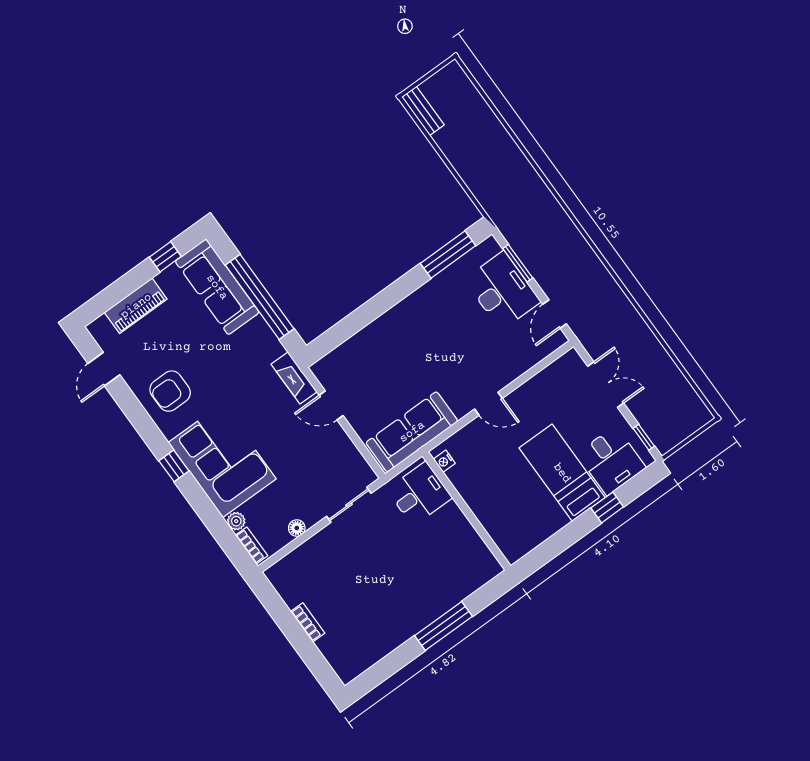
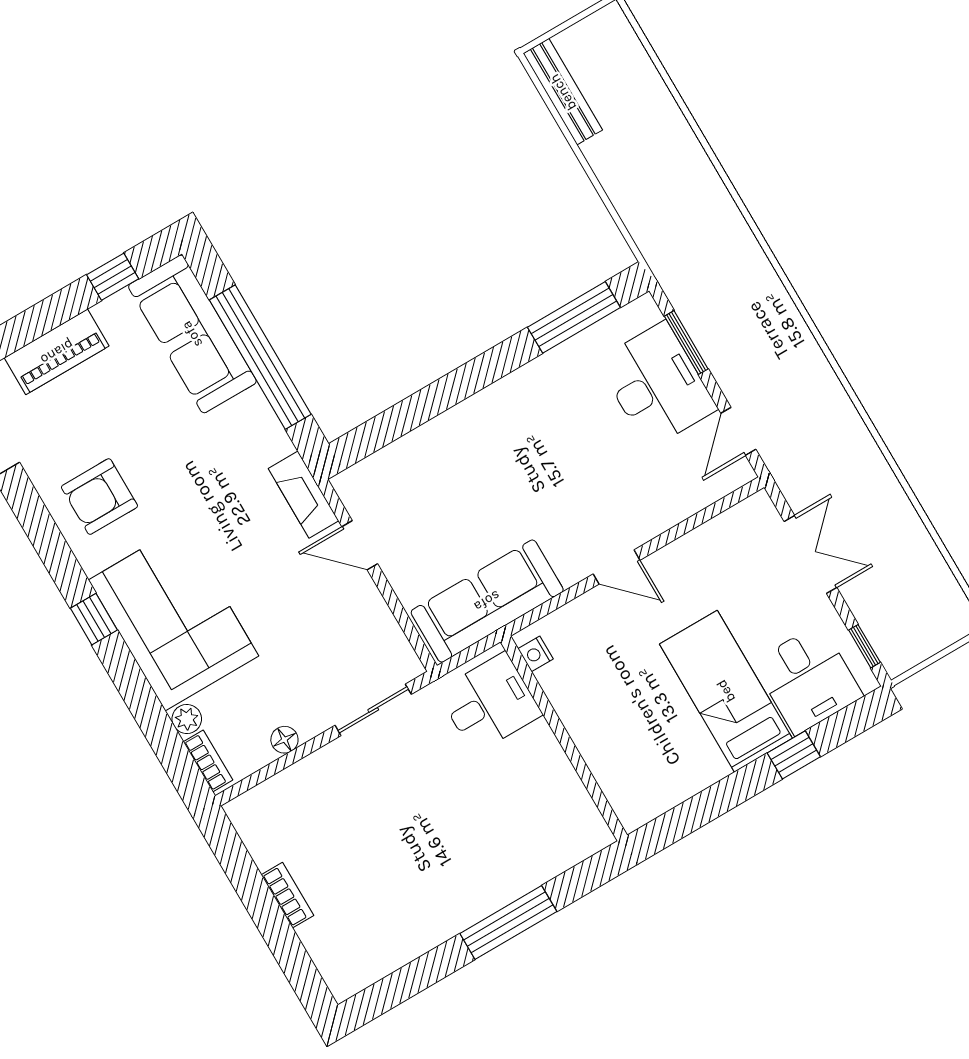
bench: (423, 111) -> (563, 92), width x1.36

